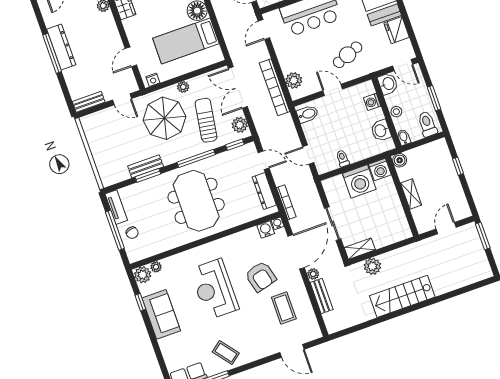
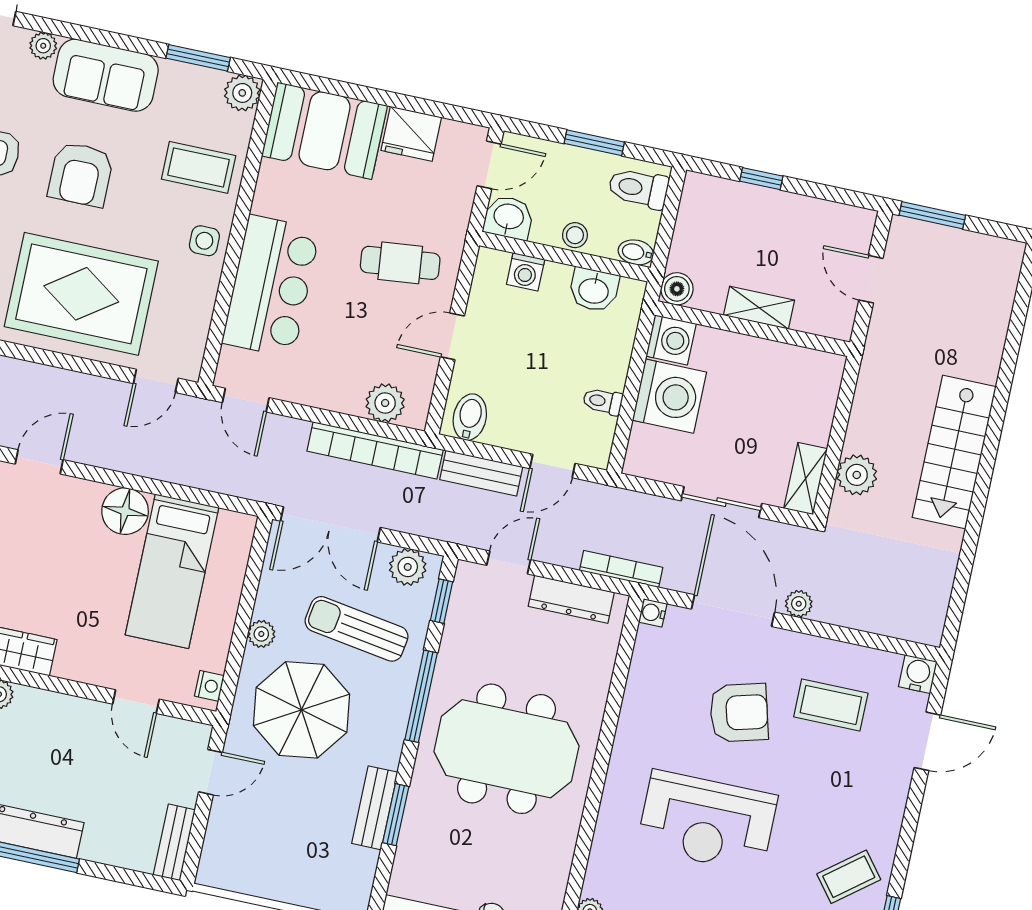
cafe table: (348, 55) -> (400, 263), turned -75
water cooler: (266, 230) -> (918, 674), moved, turned 90
bench: (322, 296) -> (481, 473), moved

